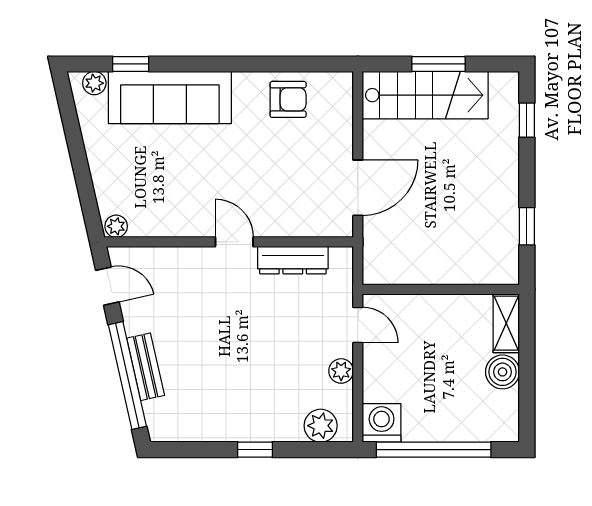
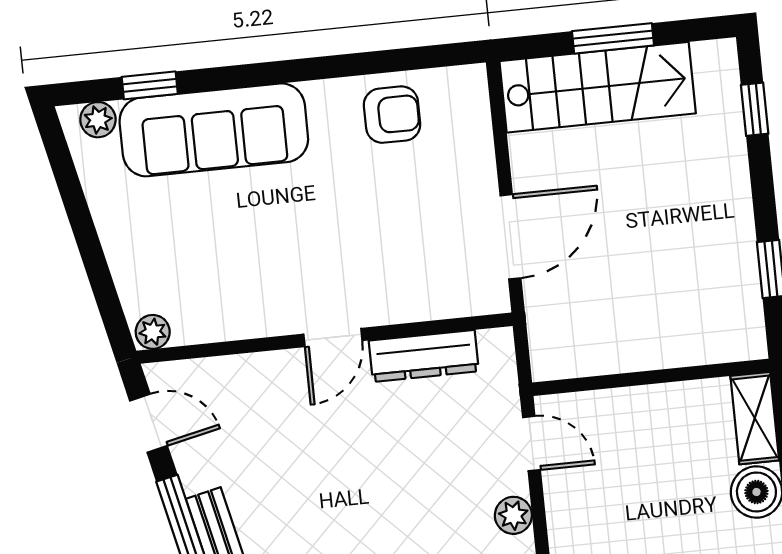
door: (234, 242) -> (333, 337), swing flipped

